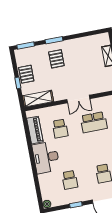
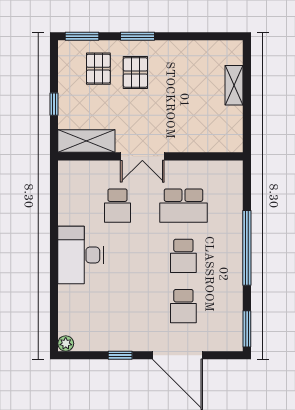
pallet: (26, 74) -> (98, 69), moved
double door: (78, 99) -> (142, 156), moved
piano: (35, 130) -> (69, 199), removed
school desk: (70, 180) -> (183, 256), moved

